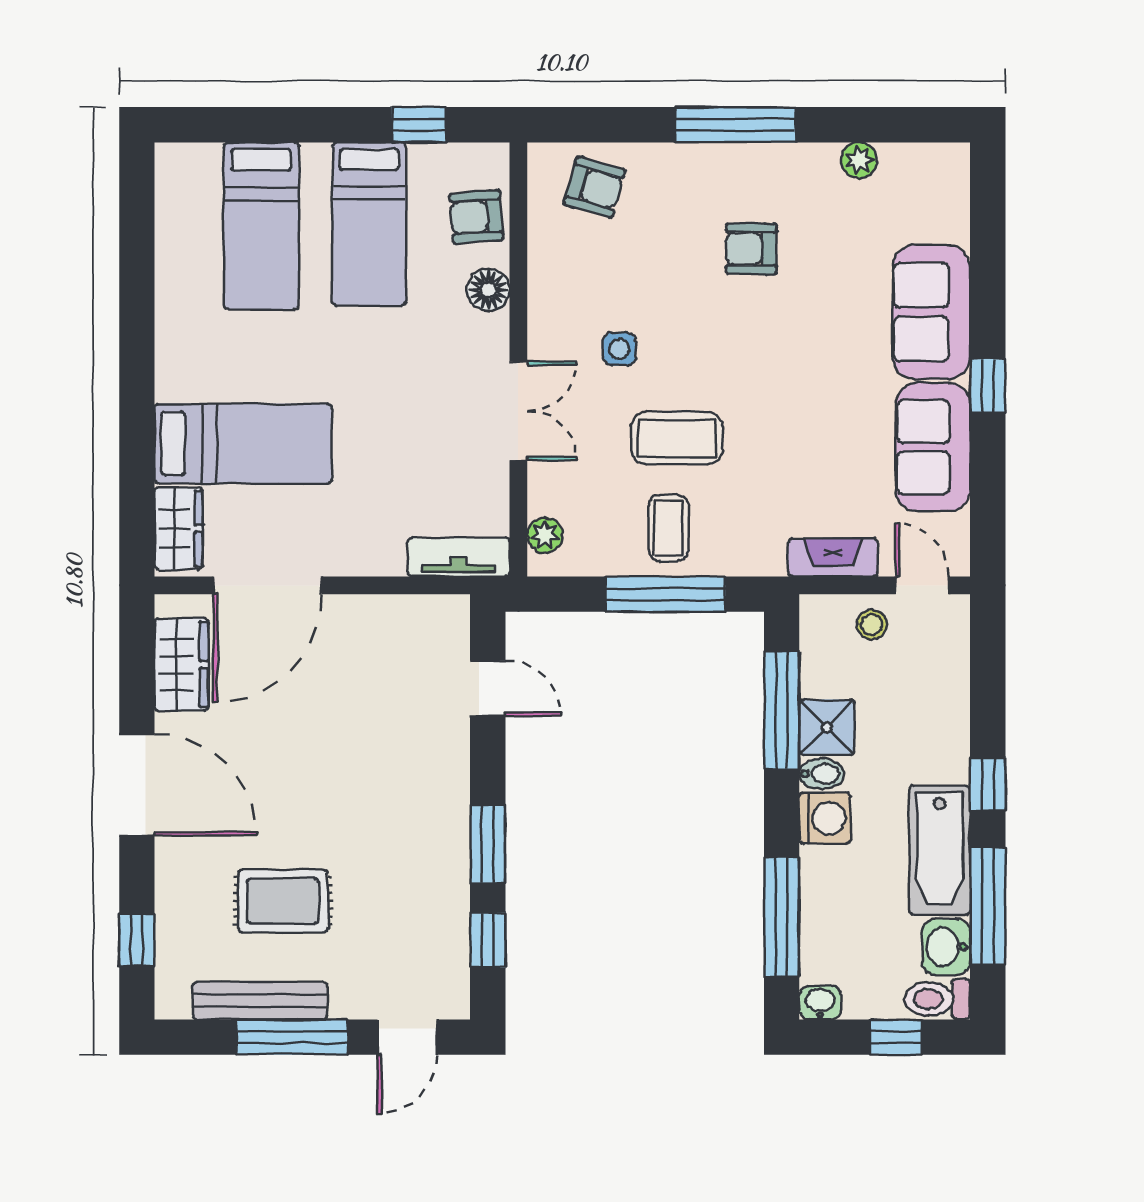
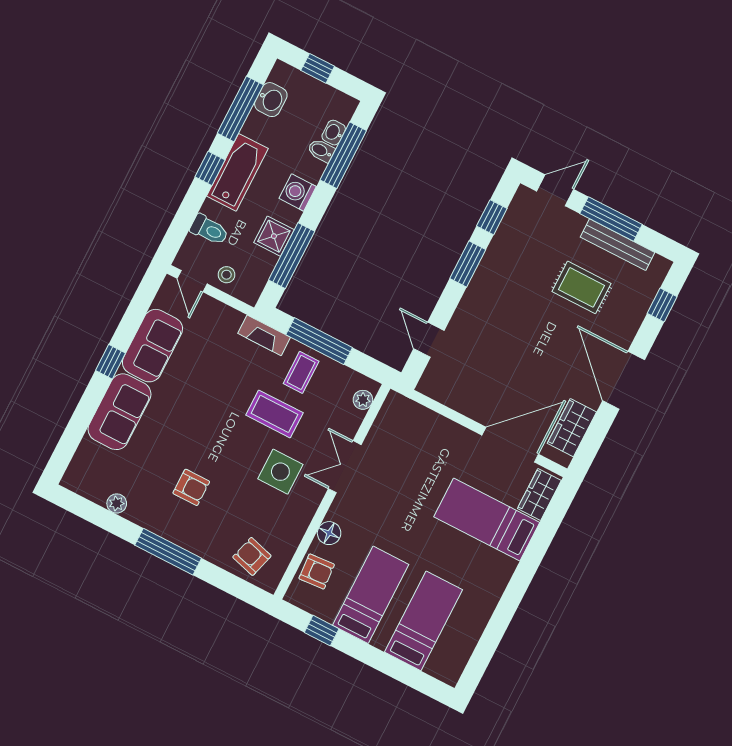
side table: (619, 349) -> (280, 472), width x1.87, depth x1.87
tv unit: (459, 557) -> (410, 411), removed
fireplace: (833, 557) -> (264, 335), moved
bidet: (822, 774) -> (321, 150), moved
bathtub: (940, 850) -> (237, 172), moved
toilet: (937, 999) -> (209, 230), moved
washbasin: (820, 1003) -> (334, 133), moved, turned 90

